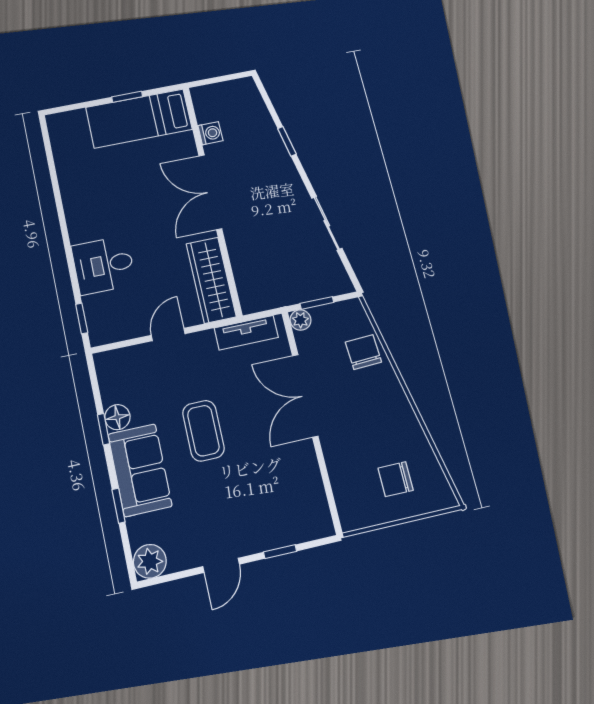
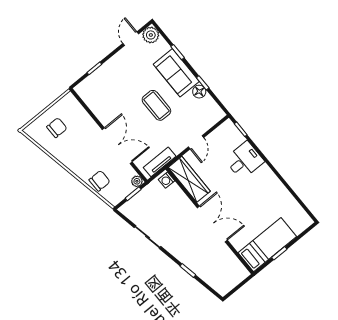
washing machine: (210, 133) -> (167, 180), moved
chair: (363, 352) -> (100, 181), turned -87
door: (221, 565) -> (131, 39), moved

